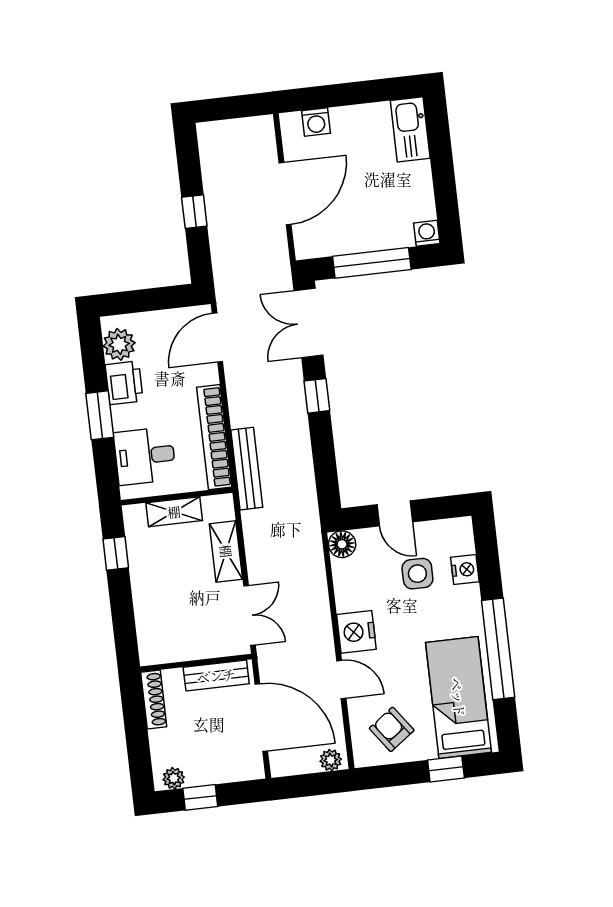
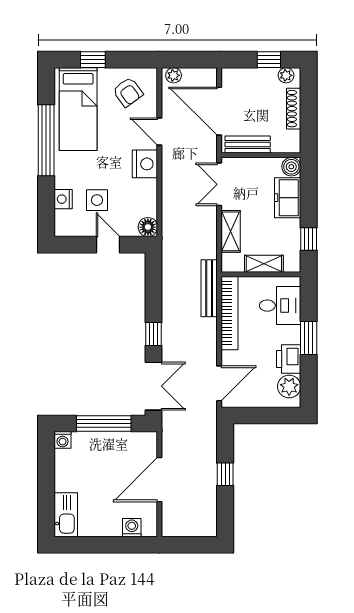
freezer: (152, 608) -> (288, 198), added
boiler: (152, 652) -> (291, 167), added
shoe rack: (154, 699) -> (294, 109), moved

